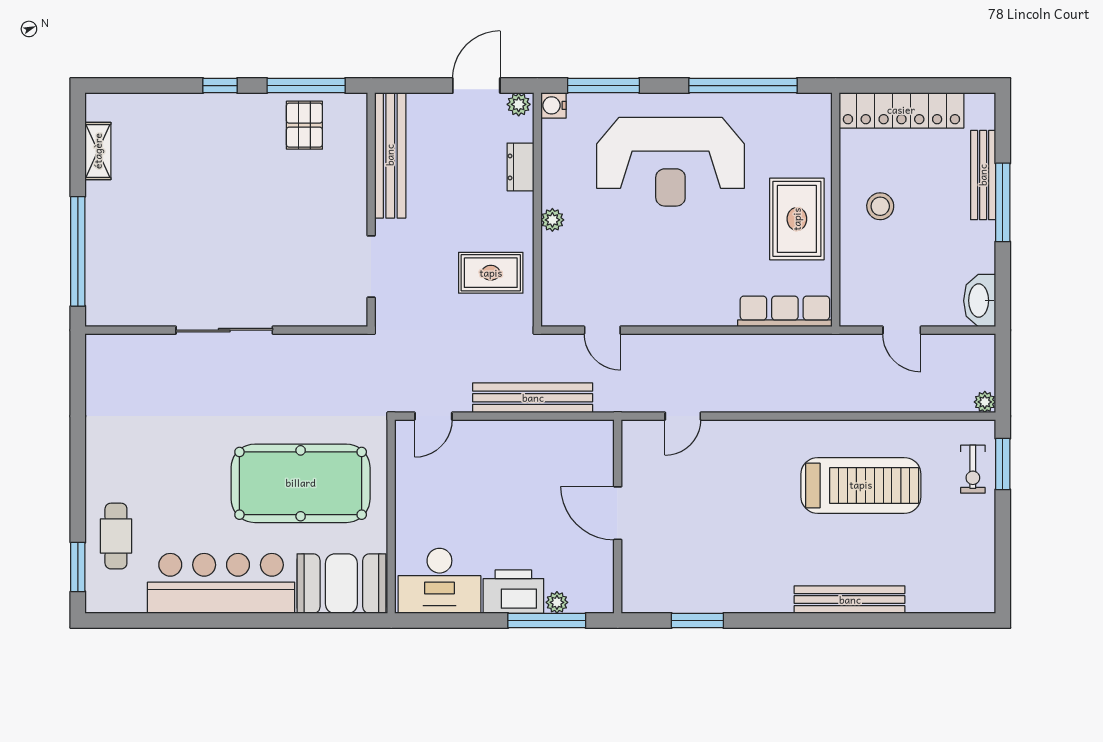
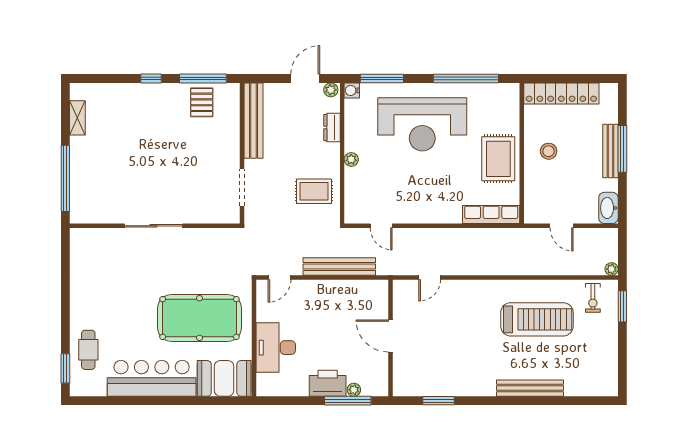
bench: (983, 175) -> (611, 151), moved
exercise bike: (973, 469) -> (593, 298), moved
desk: (439, 581) -> (276, 348), moved, turned 90

